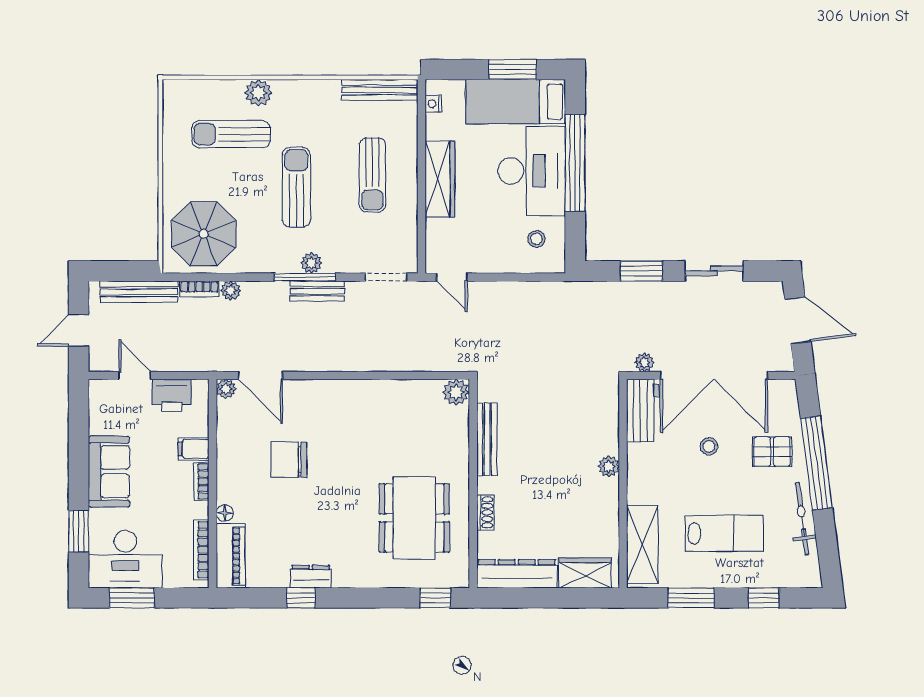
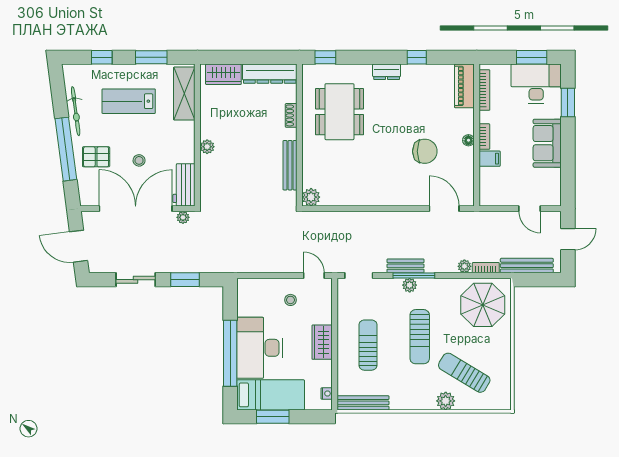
sun lounger: (231, 134) -> (464, 373), turned -149
wardrobe: (440, 179) -> (322, 342), width x0.67
stool: (536, 239) -> (290, 300), moved
plant: (226, 389) -> (468, 199), removed
printer: (172, 395) -> (505, 195), removed
floor lamp: (225, 513) -> (468, 140), moved
dresser: (311, 577) -> (387, 72), moved

